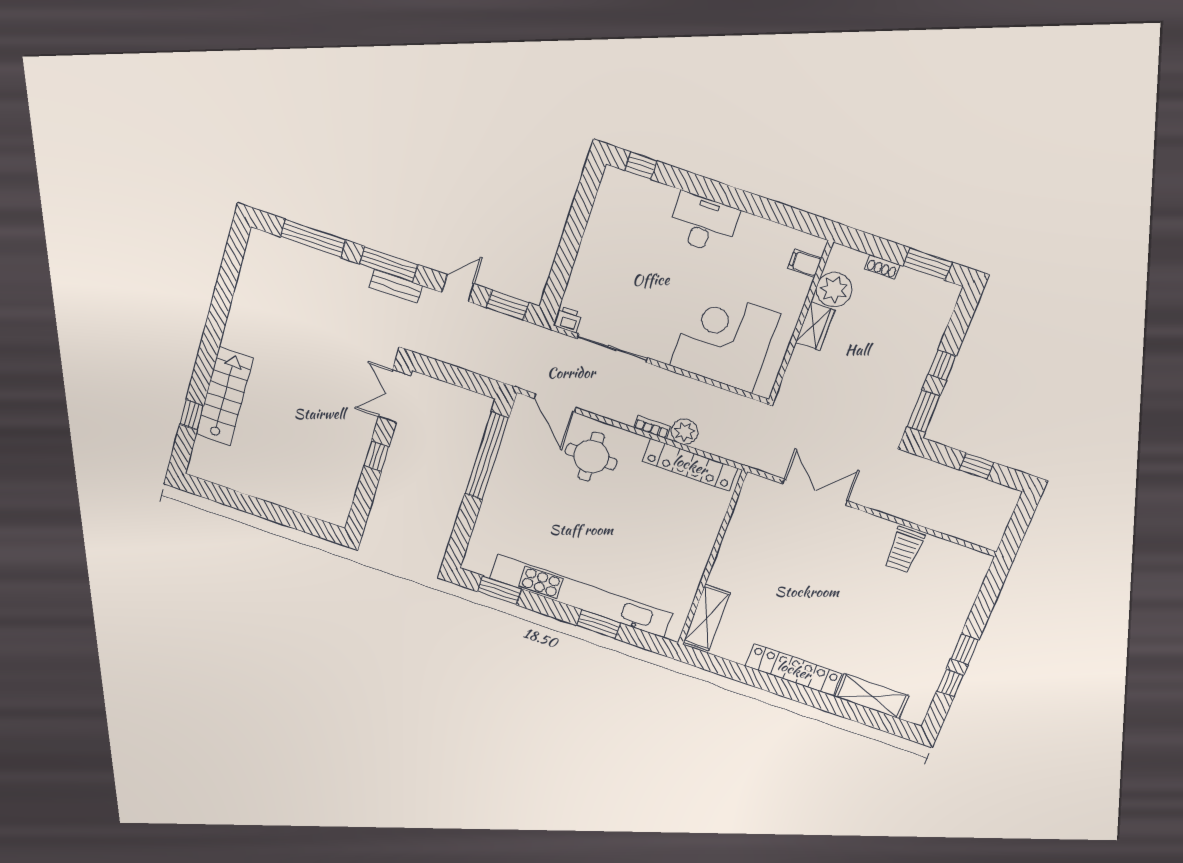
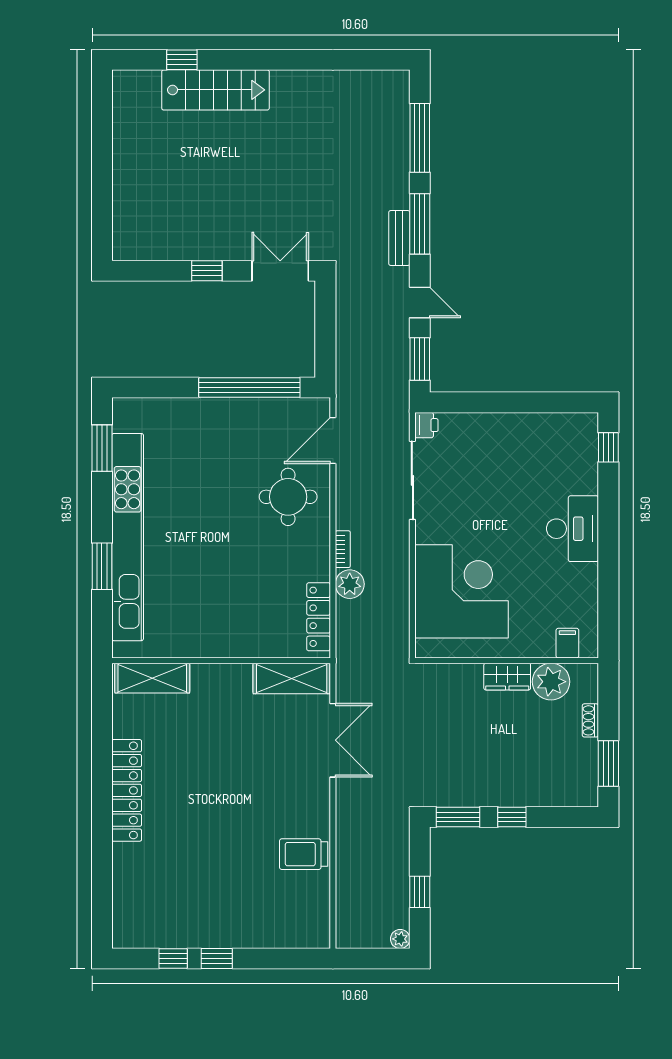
locker: (690, 465) -> (319, 617), width x0.71, depth x0.83
plant: (1011, 496) -> (400, 939), added
shelving: (872, 696) -> (292, 678), moved, turned 90

